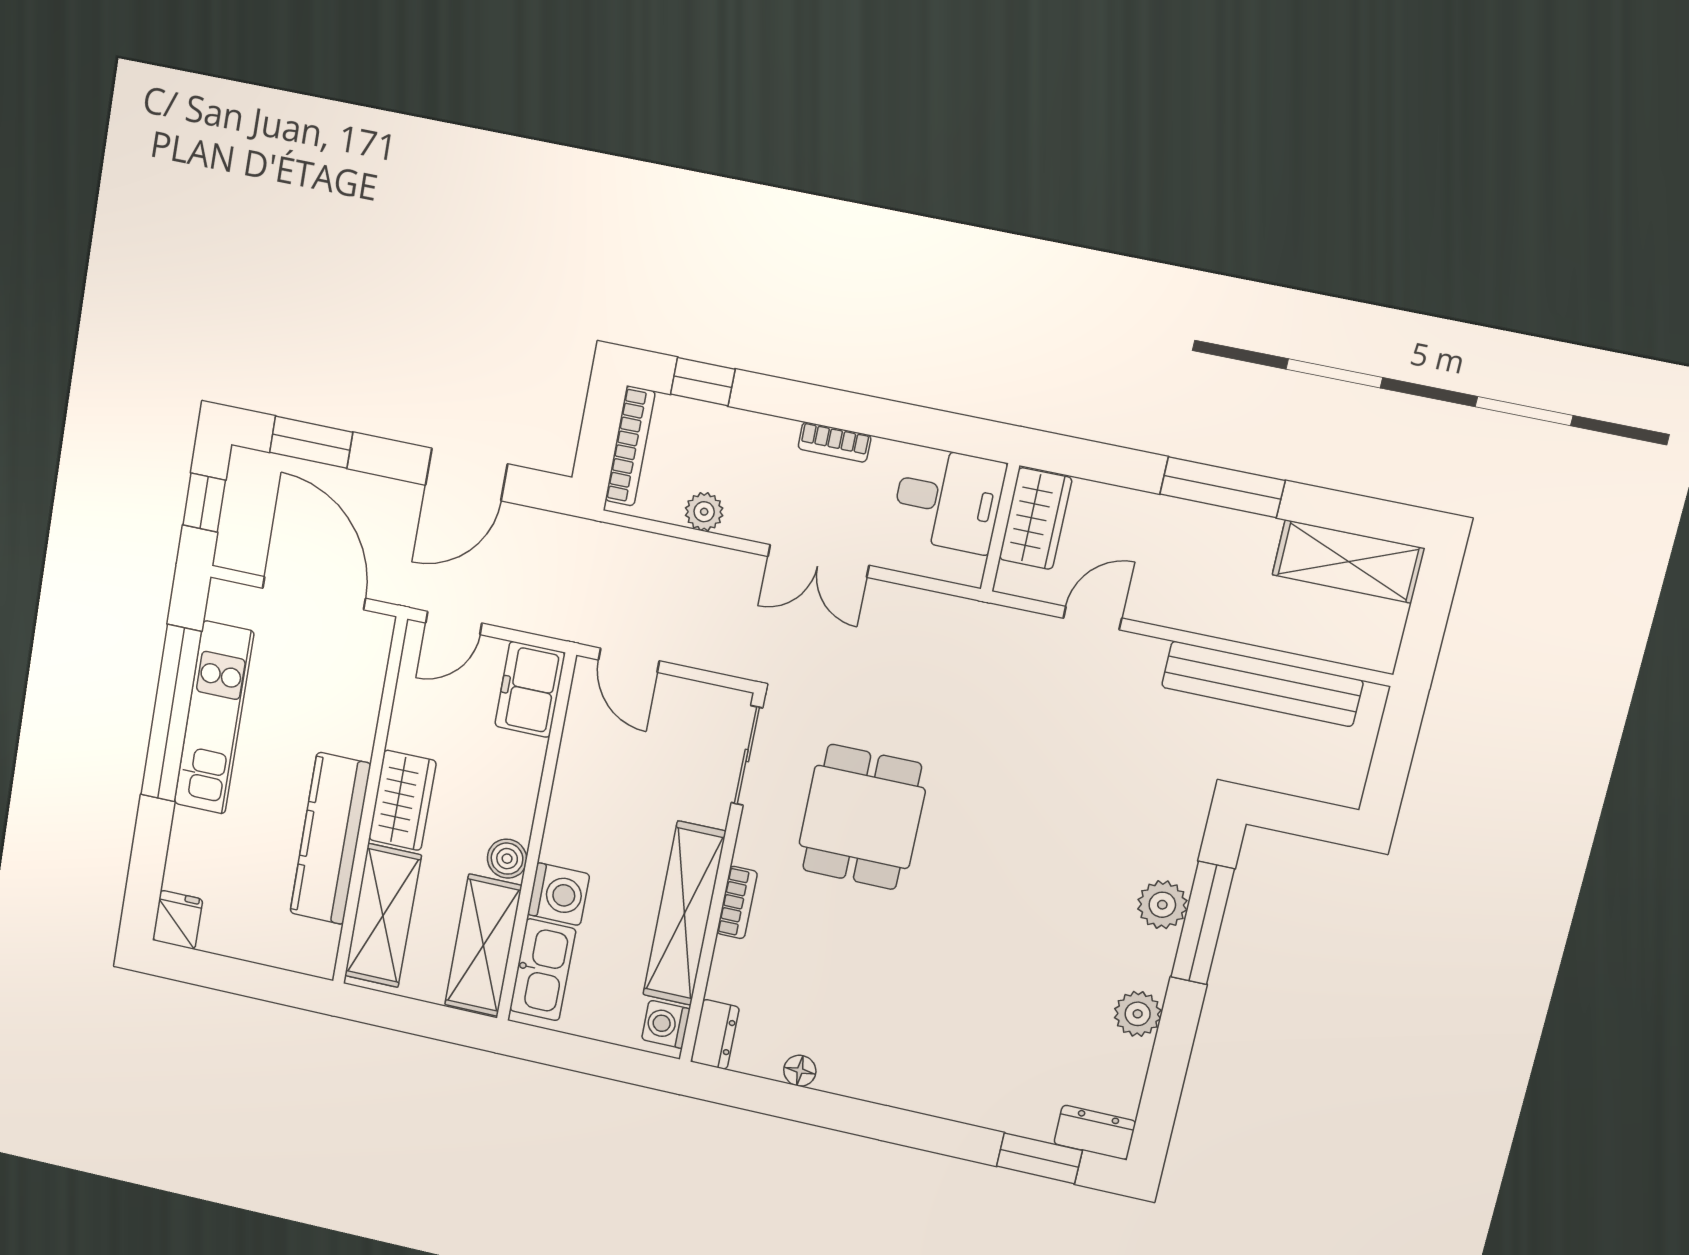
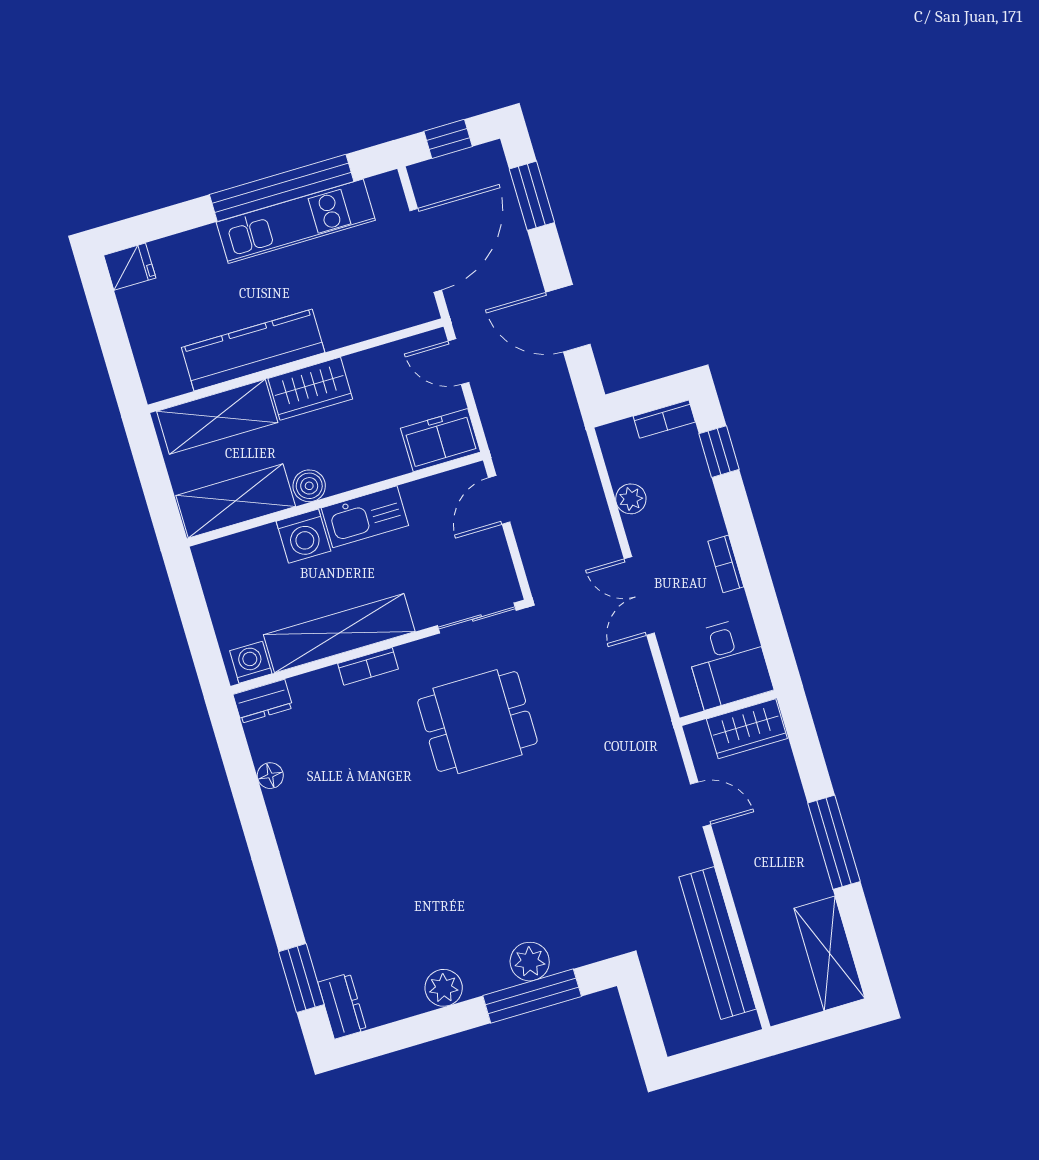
bookcase: (630, 446) -> (664, 419), width x0.64
kitchen sink: (543, 970) -> (365, 517), moved

